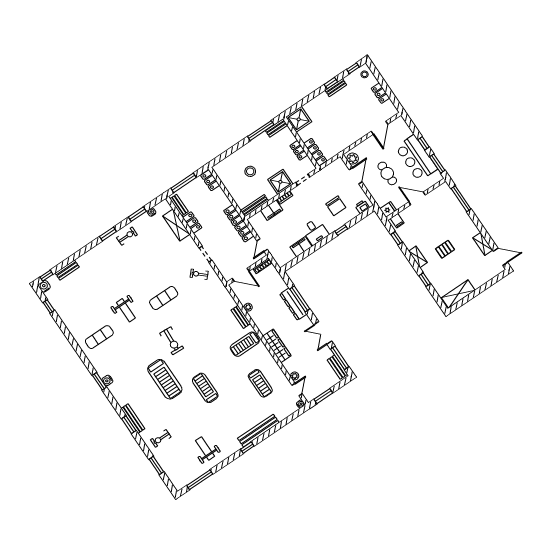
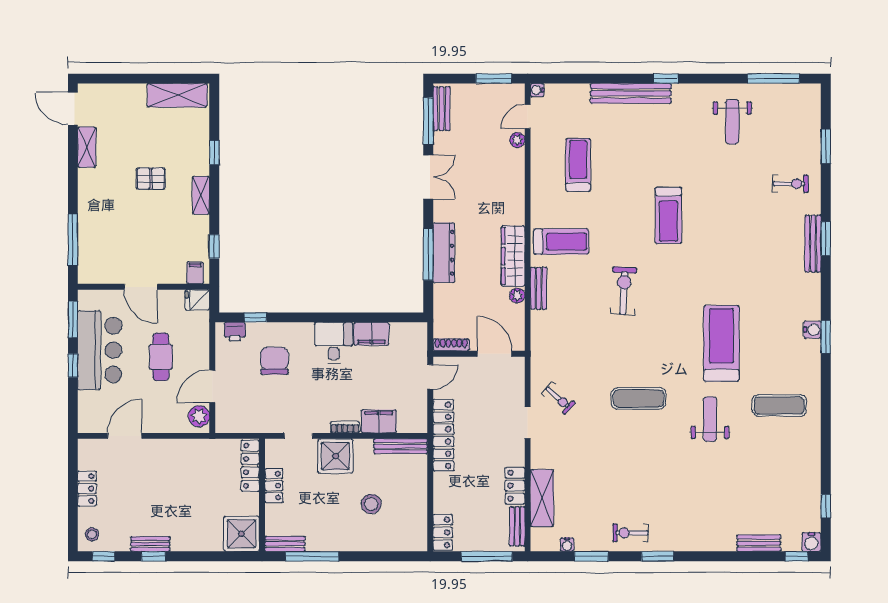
window: (341, 230) -> (255, 317), moved
exercise bike: (172, 341) -> (624, 291), moved
wardrobe: (277, 346) -> (513, 256), moved
treadmill: (165, 379) -> (721, 343), moved

